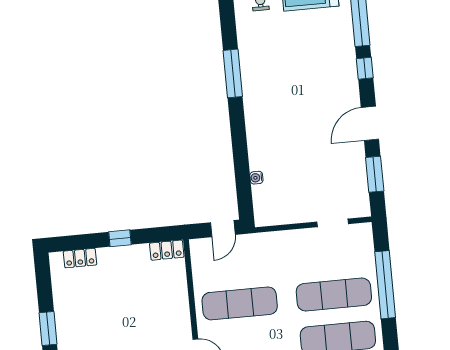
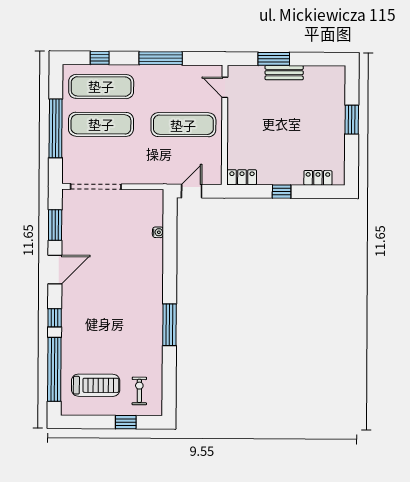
doorway: (333, 223) -> (96, 187), width x1.88

